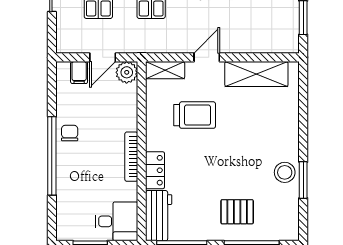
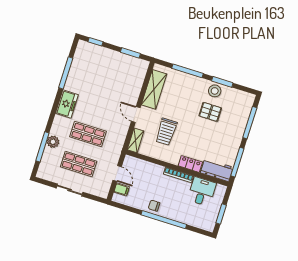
plant: (127, 72) -> (130, 162), removed
trolley: (195, 115) -> (166, 132), turned 180
window: (303, 119) -> (188, 71), added
pallet: (237, 212) -> (210, 112), moved, turned 90
desk: (117, 221) -> (202, 191), moved

